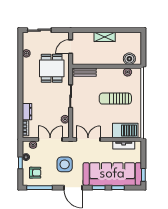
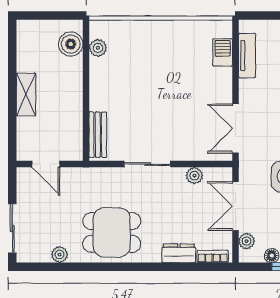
dining table: (52, 68) -> (112, 232), moved
sun lounger: (115, 99) -> (152, 73), removed
barbecue: (125, 130) -> (223, 52), width x0.53, depth x0.65

